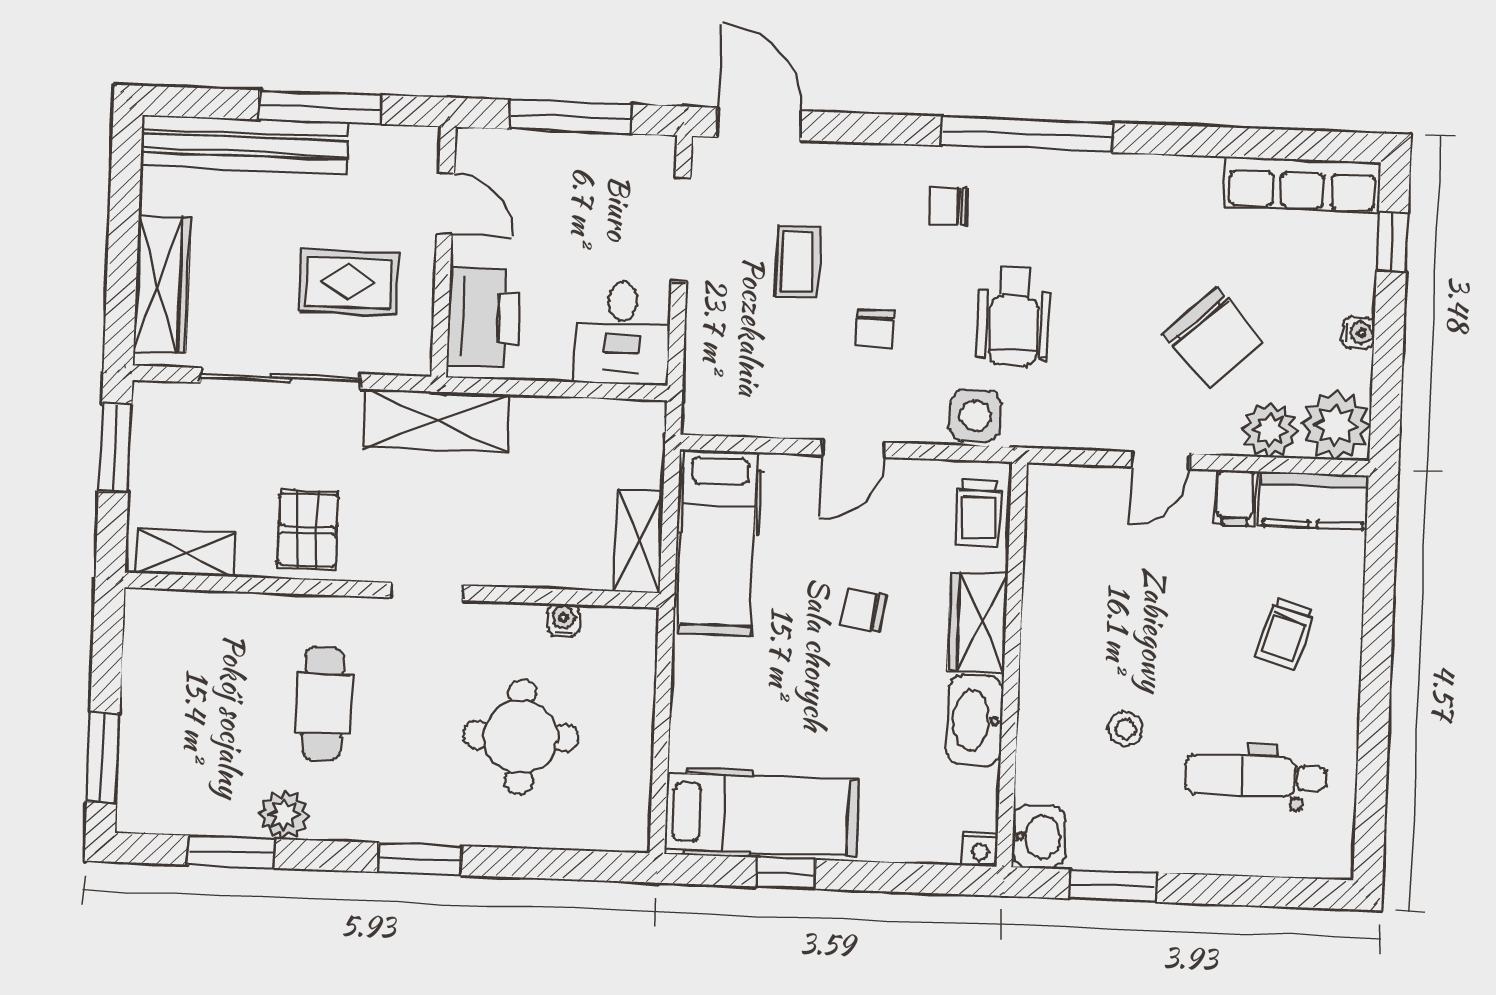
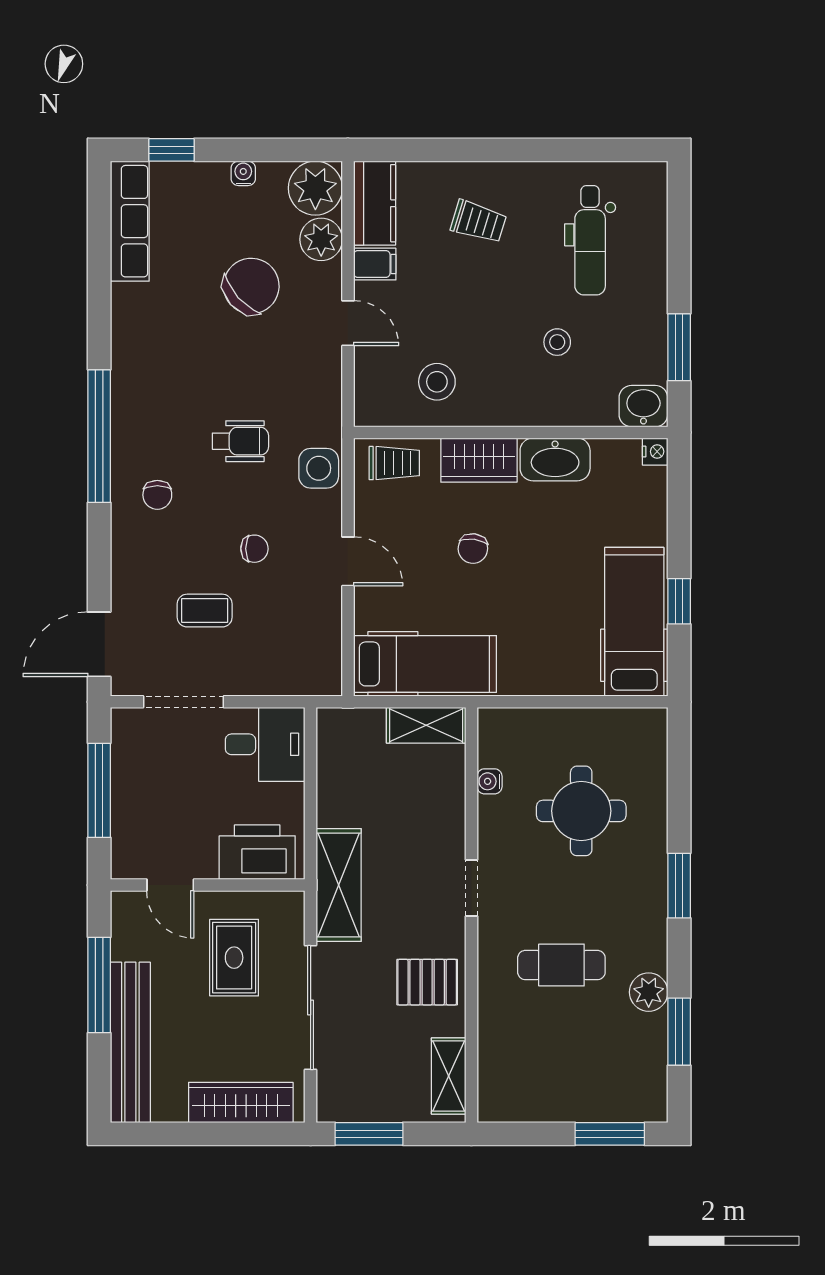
door: (445, 204) -> (170, 885), swing flipped
wheelchair: (1014, 316) -> (240, 441), width x0.73, depth x0.73
stool: (1081, 572) -> (437, 382), added

